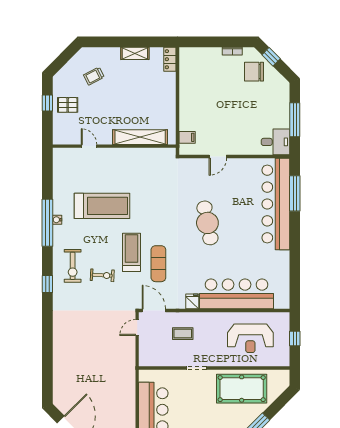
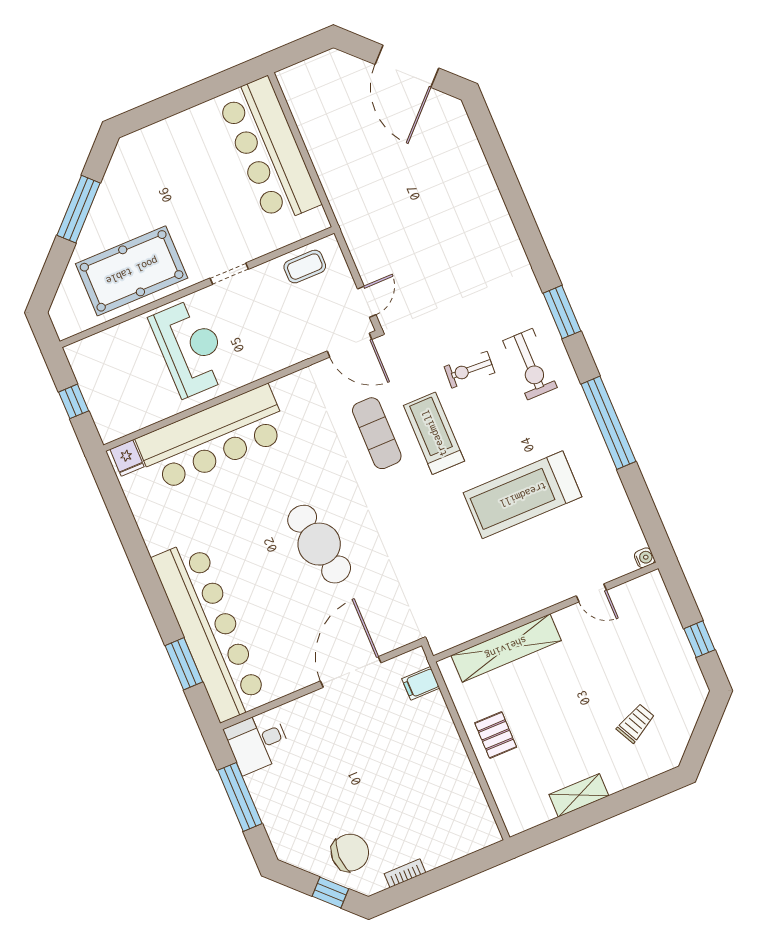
locker: (170, 59) -> (511, 811), removed
pallet: (68, 105) -> (496, 735), moved, turned 90
door: (218, 157) -> (351, 672), width x1.87
window: (295, 193) -> (184, 664), width x0.69
water cooler: (57, 220) -> (644, 558), moved
treadmill: (132, 252) -> (434, 433), turned 180
exercise bike: (73, 266) -> (530, 364), turned 180
window: (47, 284) -> (562, 312), width x1.50
fridge: (192, 301) -> (127, 458), moved
coffee table: (183, 334) -> (305, 267), moved
reception desk: (250, 338) -> (190, 348), moved, turned 90

